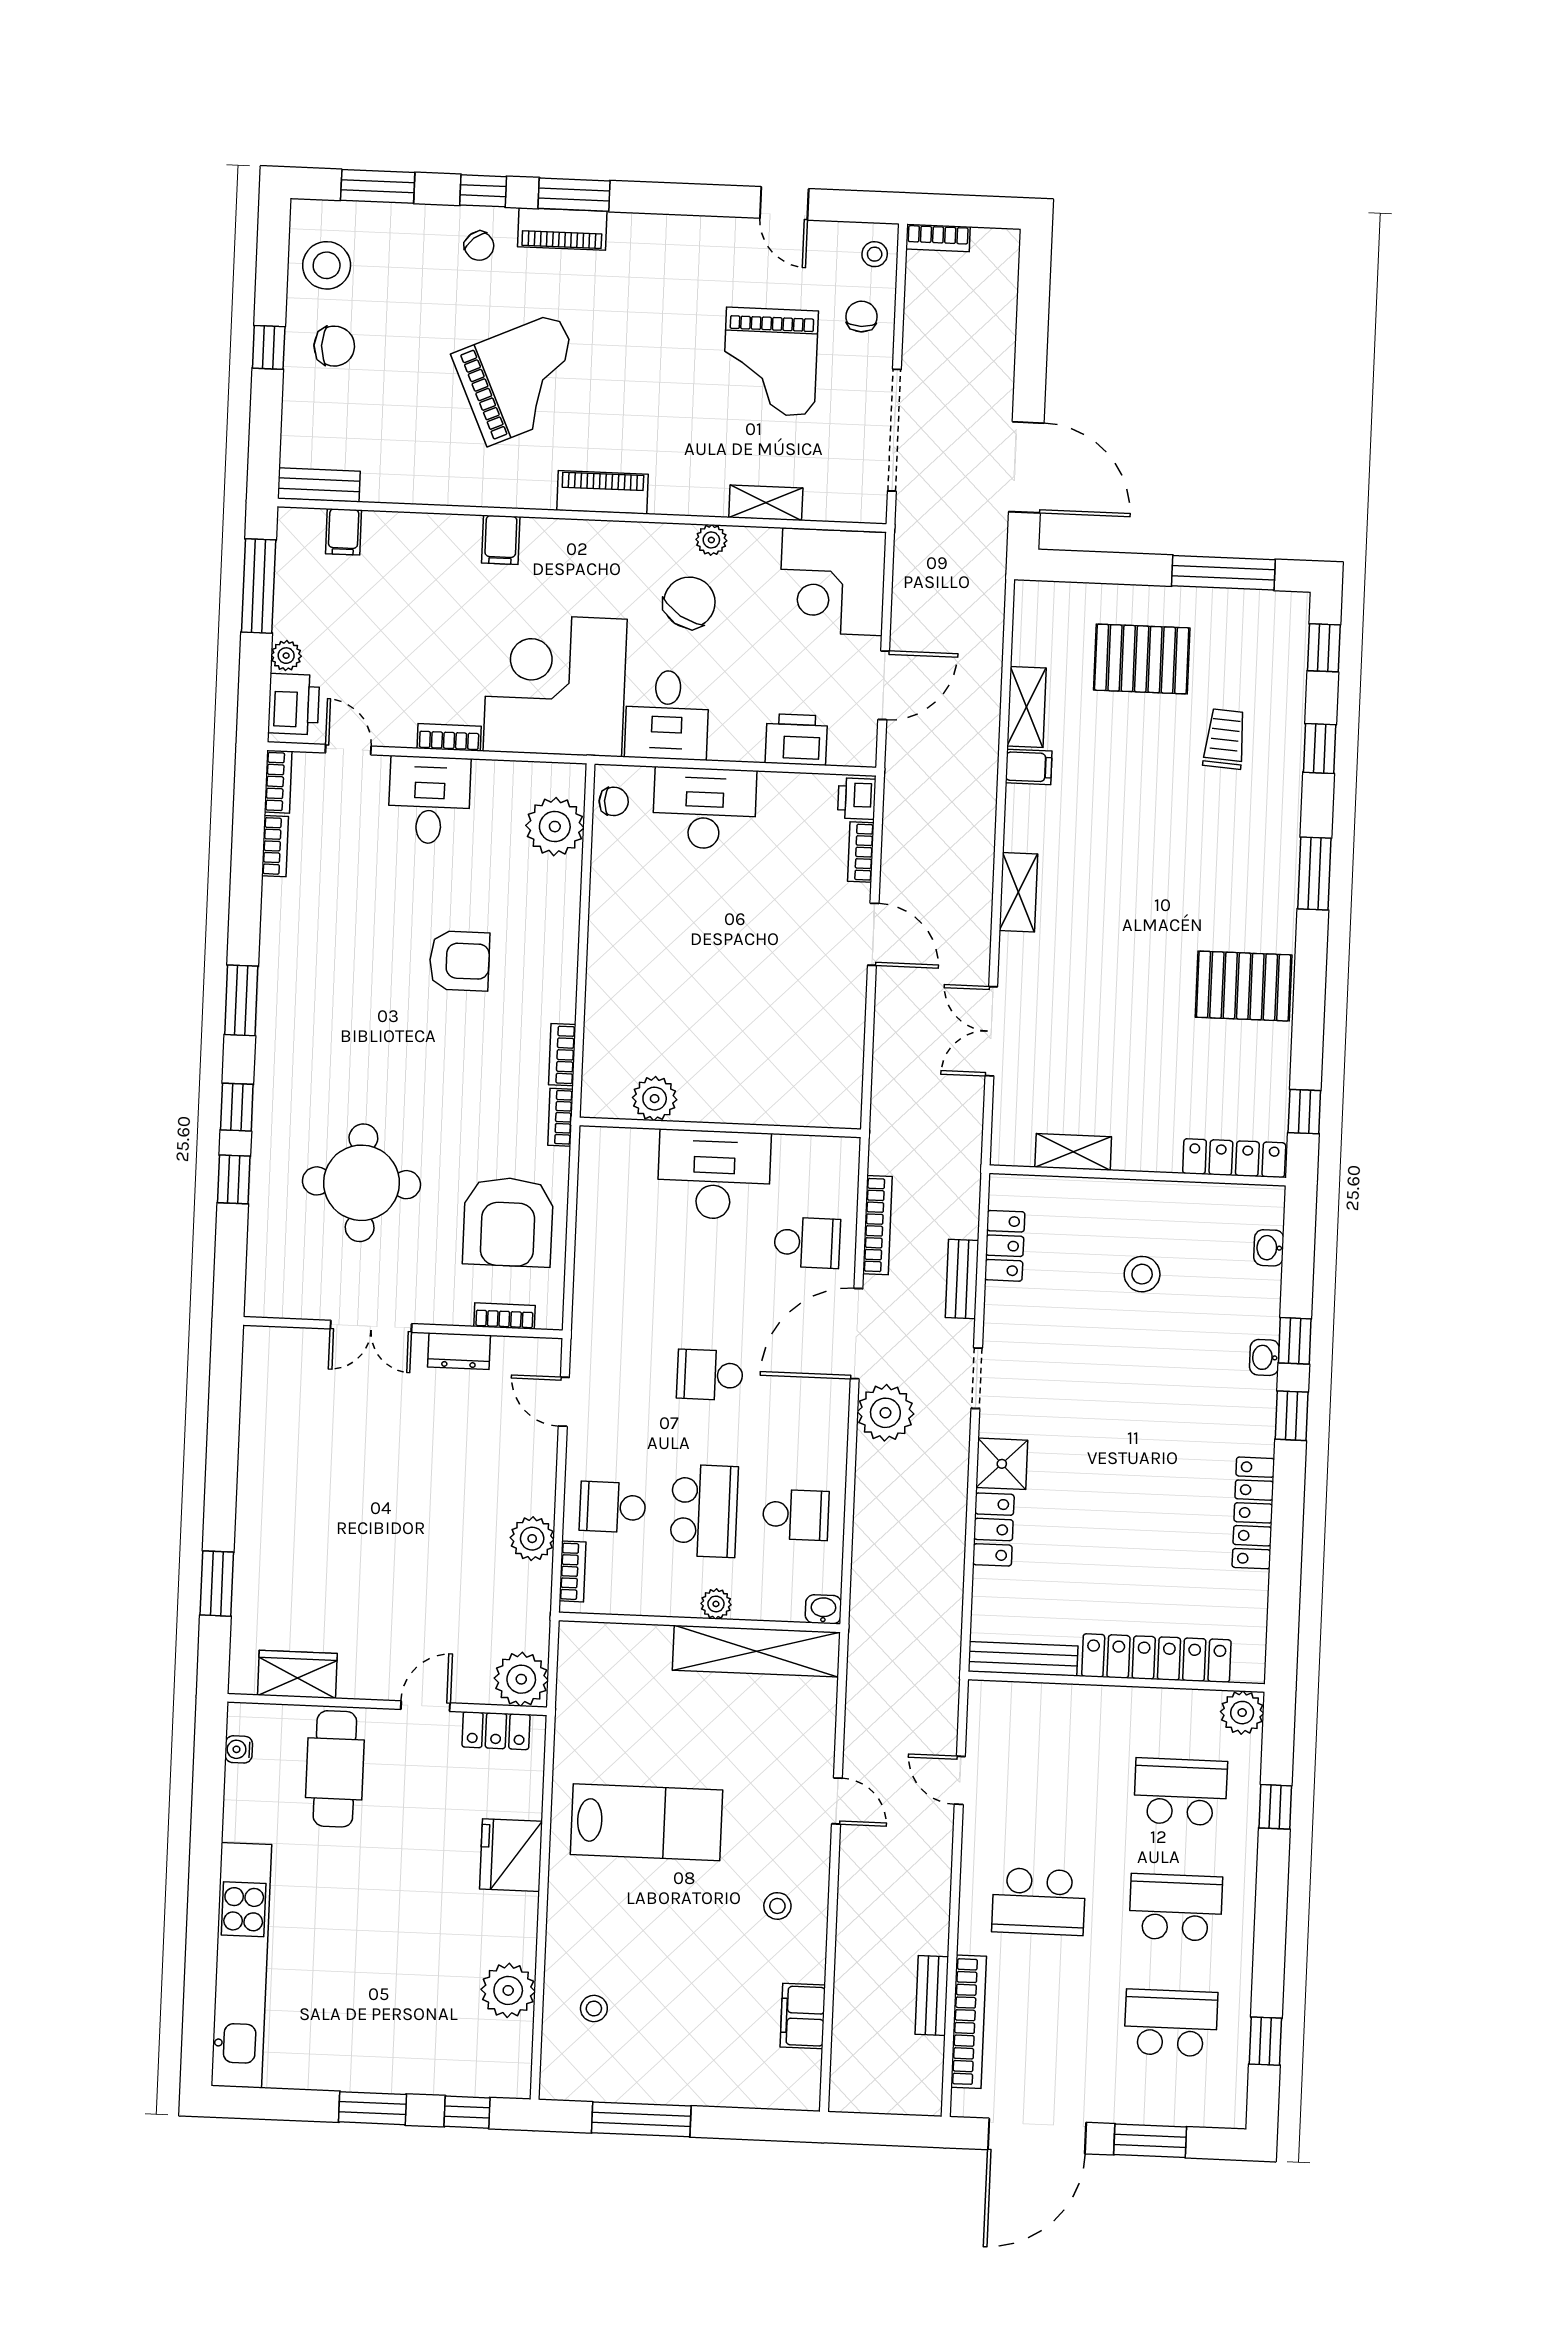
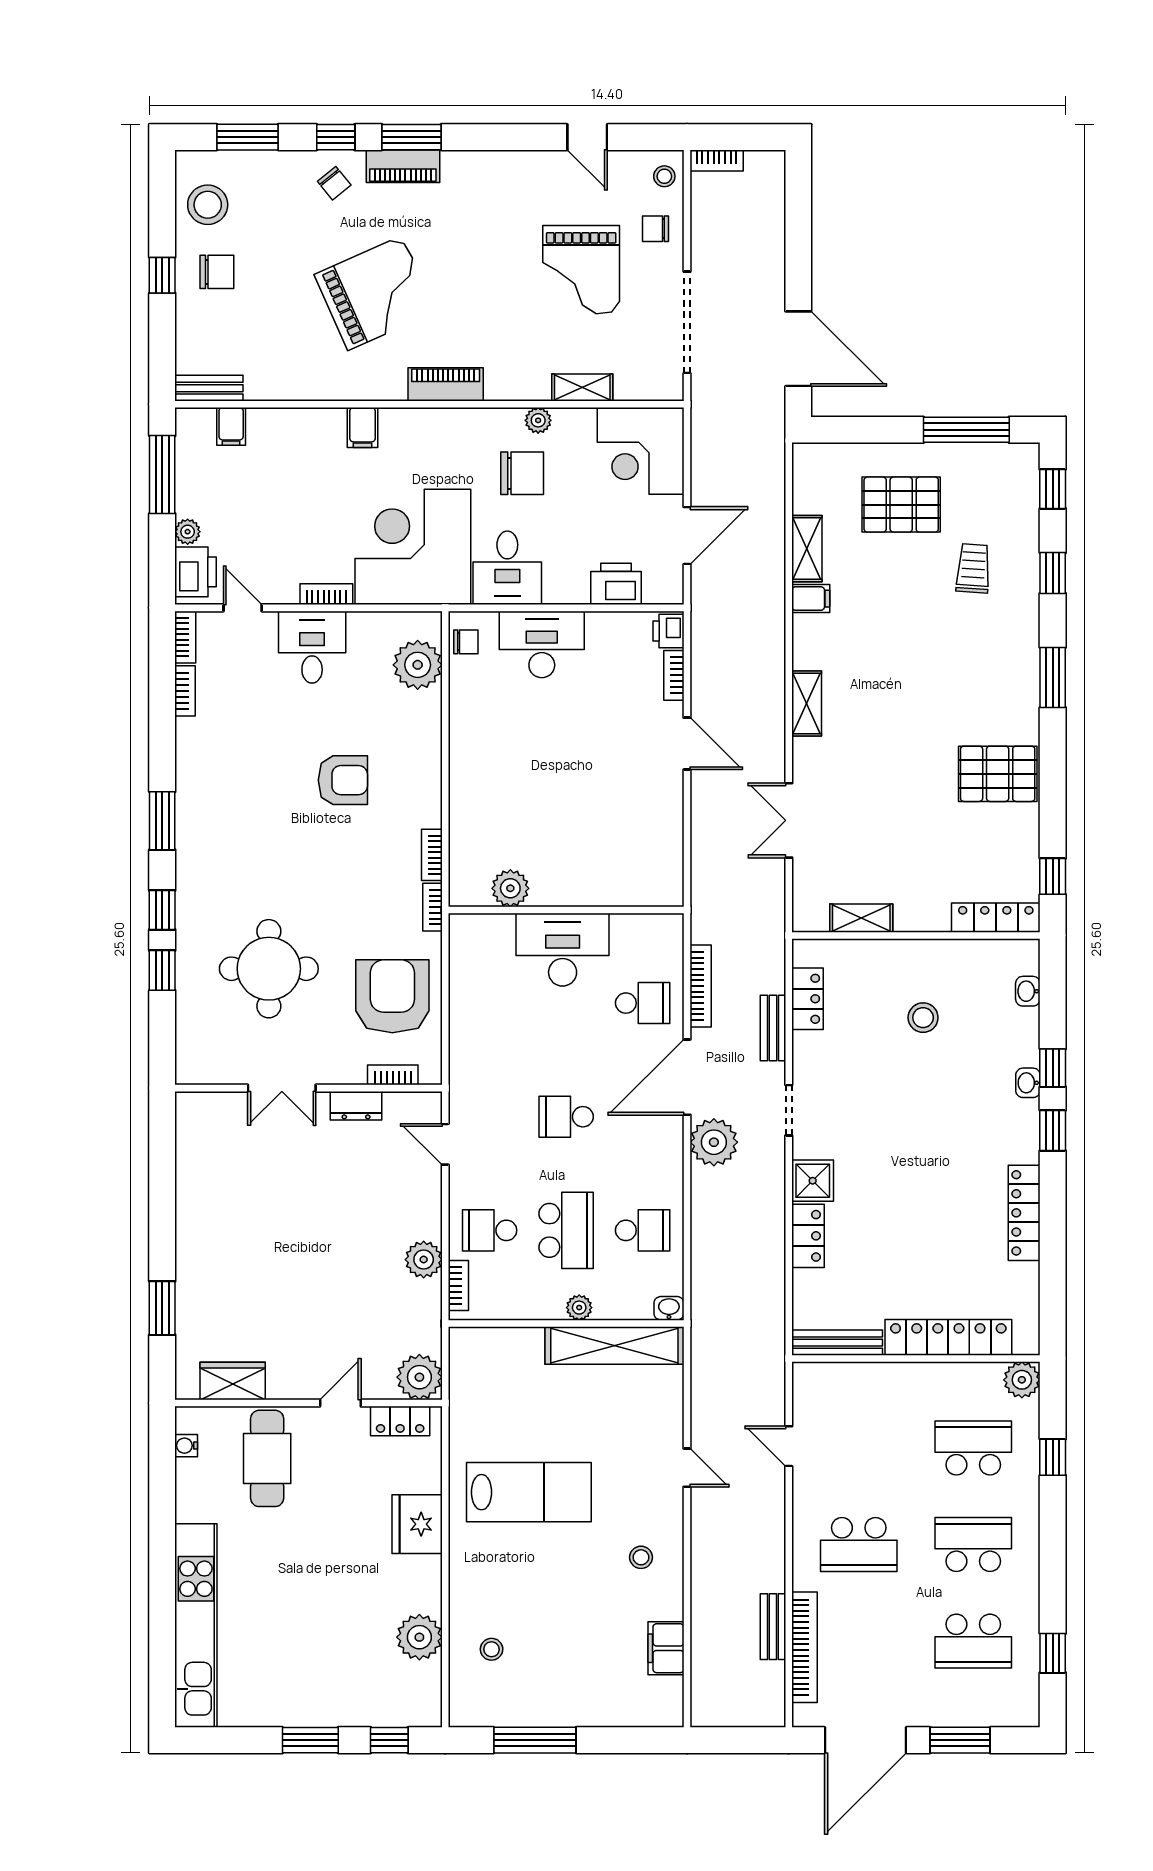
chair: (862, 317) -> (656, 229), turned -90
chair: (689, 602) -> (522, 473), turned 58
armchair: (508, 1222) -> (392, 996), turned 180
school desk: (1171, 2023) -> (973, 1641), turned 180

